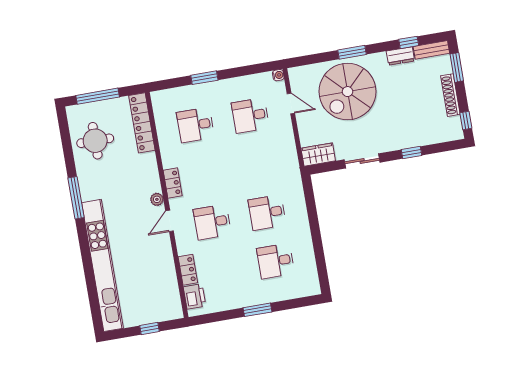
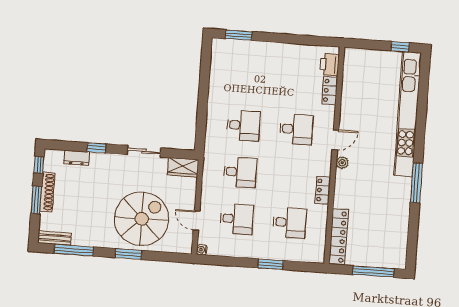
window: (409, 42) -> (74, 250), width x2.17
dresser: (400, 56) -> (77, 158), moved, turned 180
window: (457, 67) -> (36, 200), moved
round table: (95, 141) -> (386, 231), removed
locker: (173, 183) -> (323, 190), moved
desk: (276, 261) -> (240, 172), moved
window: (258, 310) -> (239, 35), moved
window: (150, 328) -> (400, 47), moved

